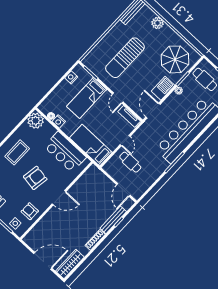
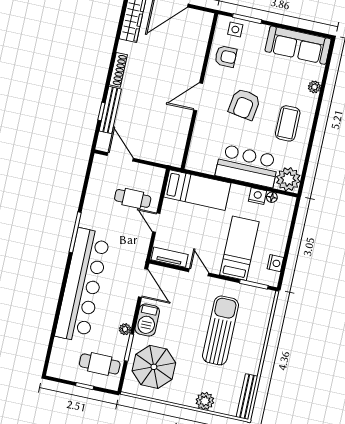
bar counter: (65, 152) -> (247, 166), moved

